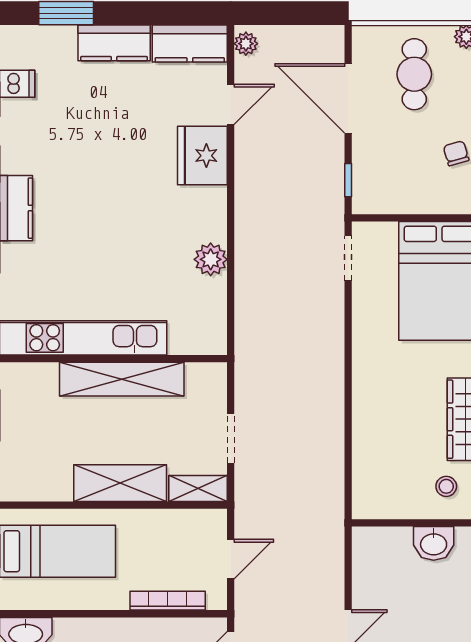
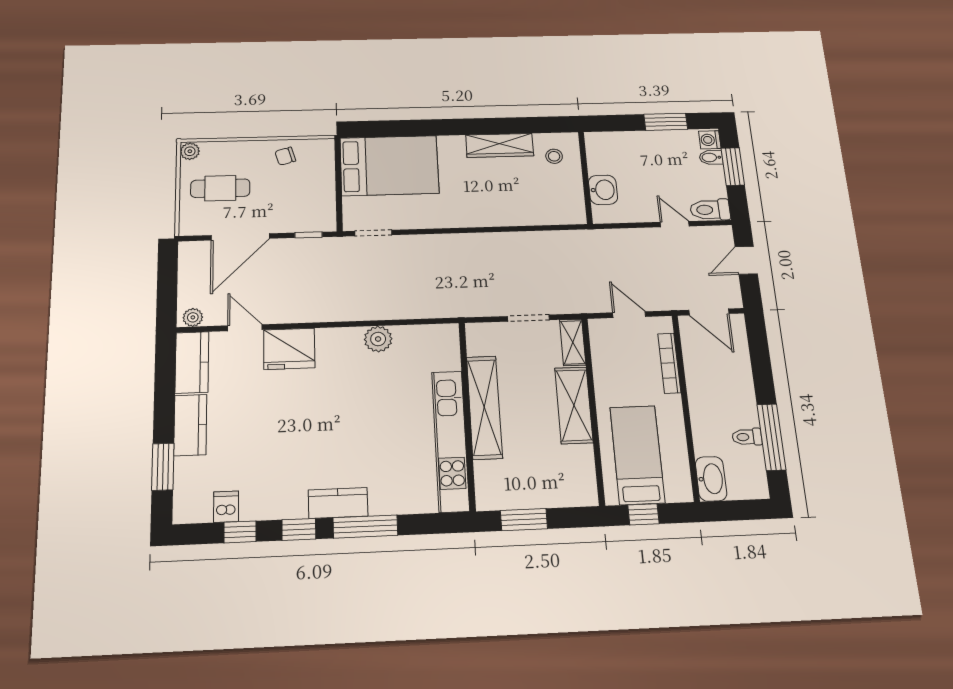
washbasin: (434, 543) -> (603, 190), moved

